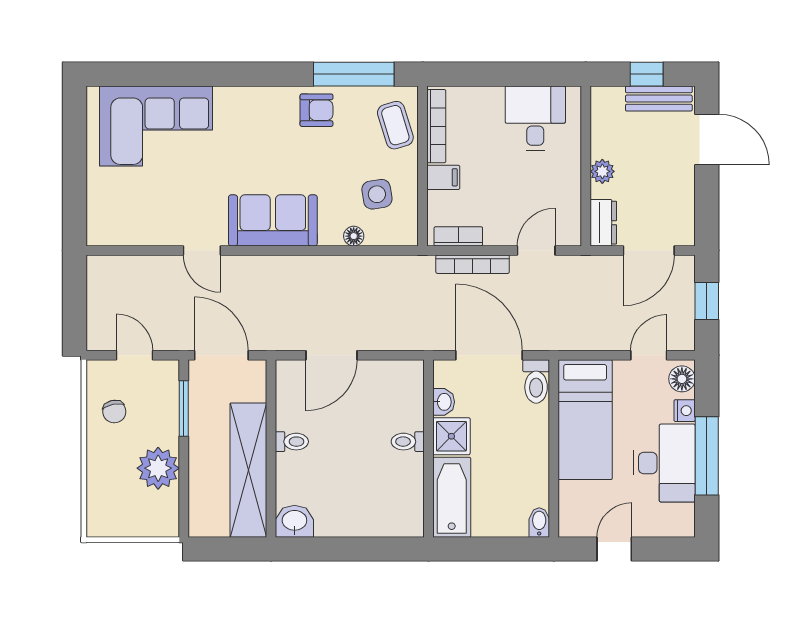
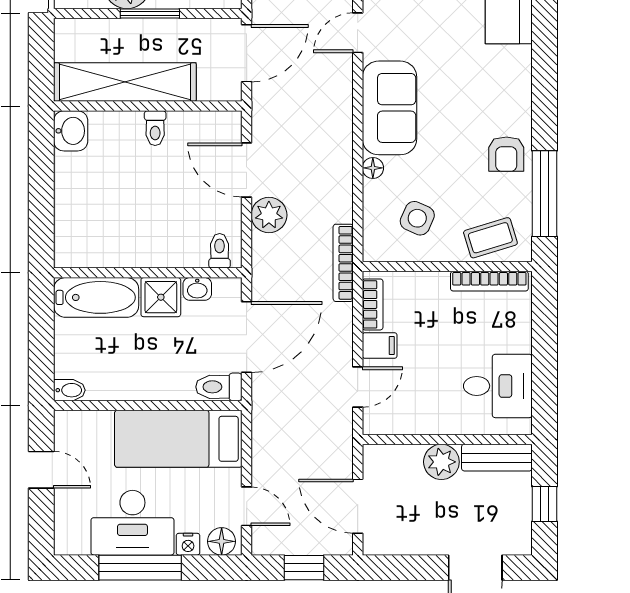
bench: (659, 98) -> (497, 458), moved, turned 90
plant: (602, 171) -> (441, 462), width x1.38, depth x1.38
filing cabinet: (443, 177) -> (380, 345), moved, turned -90
side table: (377, 194) -> (417, 218), turned 33
dresser: (603, 223) -> (387, 458), removed
floor lamp: (354, 236) -> (373, 168), moved
door: (536, 250) -> (358, 387), hinge flipped
bookcase: (473, 264) -> (343, 263), moved
plant: (374, 334) -> (269, 215), added
window: (184, 408) -> (150, 13), moved
toilet: (408, 442) -> (220, 251), moved

